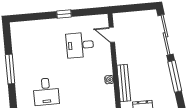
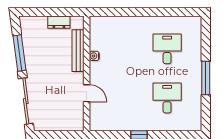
door: (112, 35) -> (87, 93), moved
desk: (80, 45) -> (167, 98), moved, turned -90

